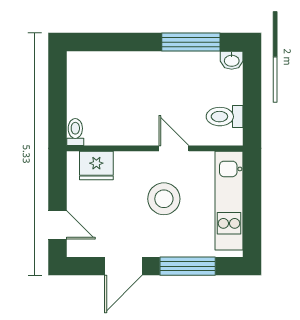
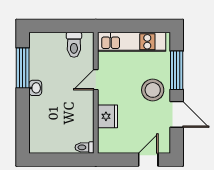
washbasin: (232, 60) -> (35, 88), moved
fridge: (96, 166) -> (108, 116), moved
stool: (164, 199) -> (153, 90), moved

